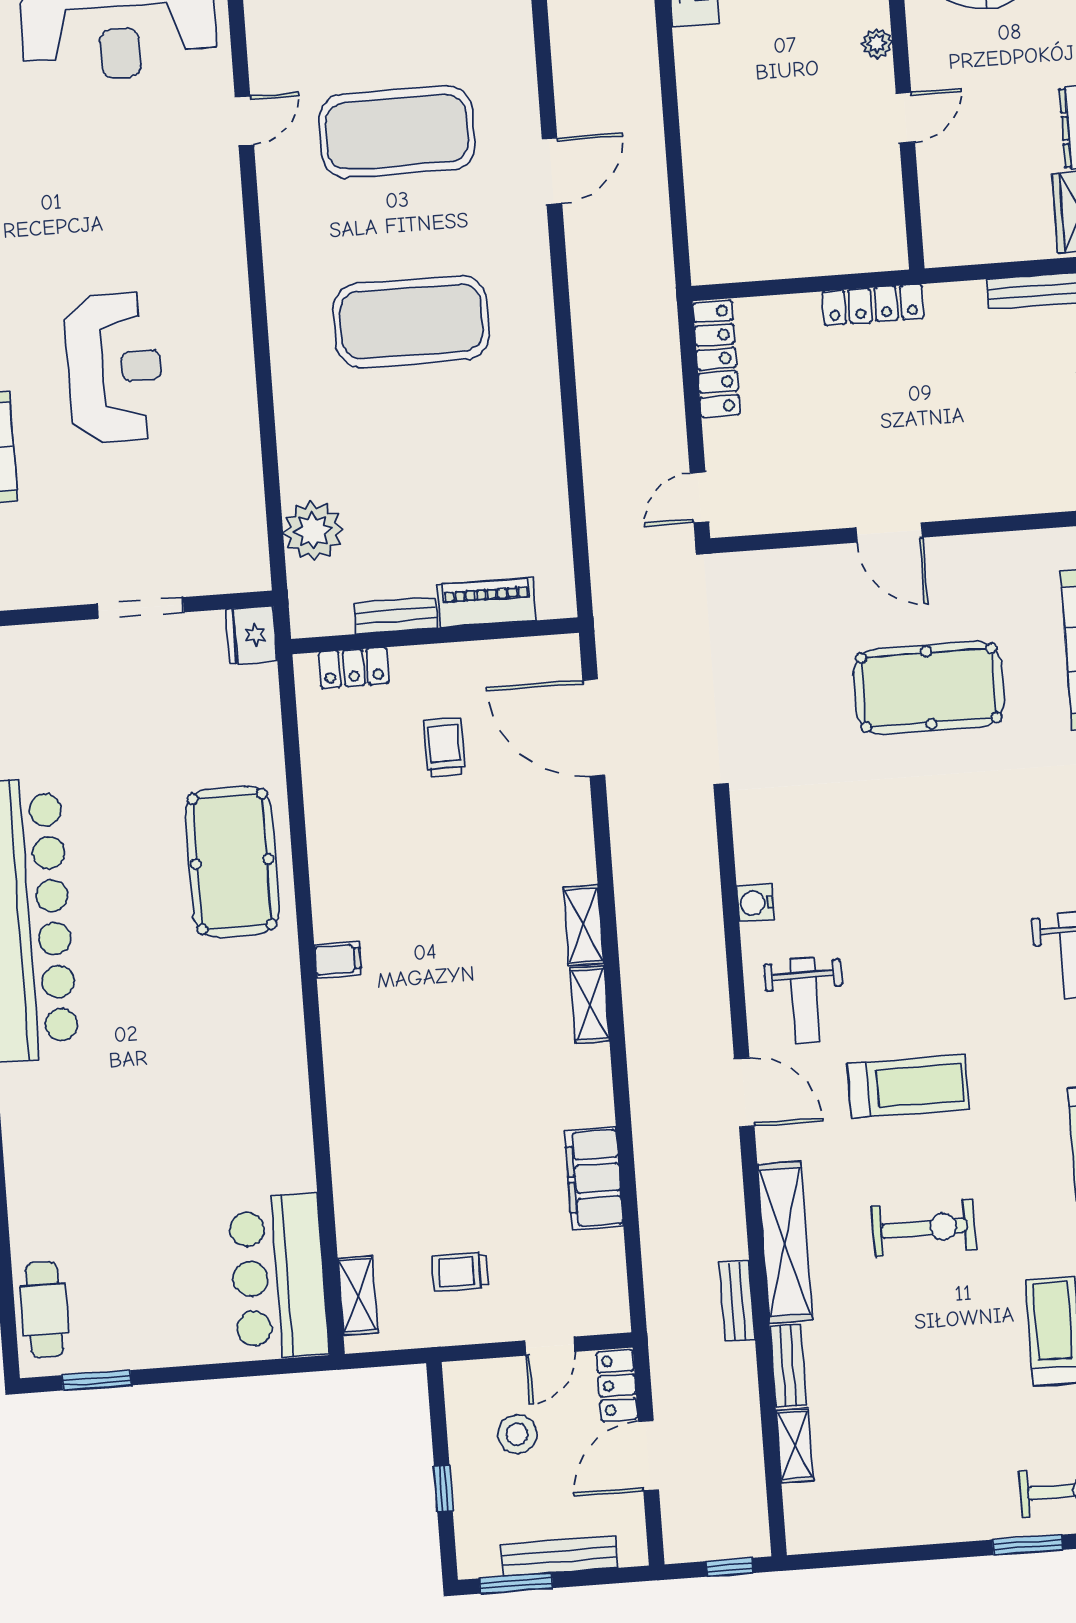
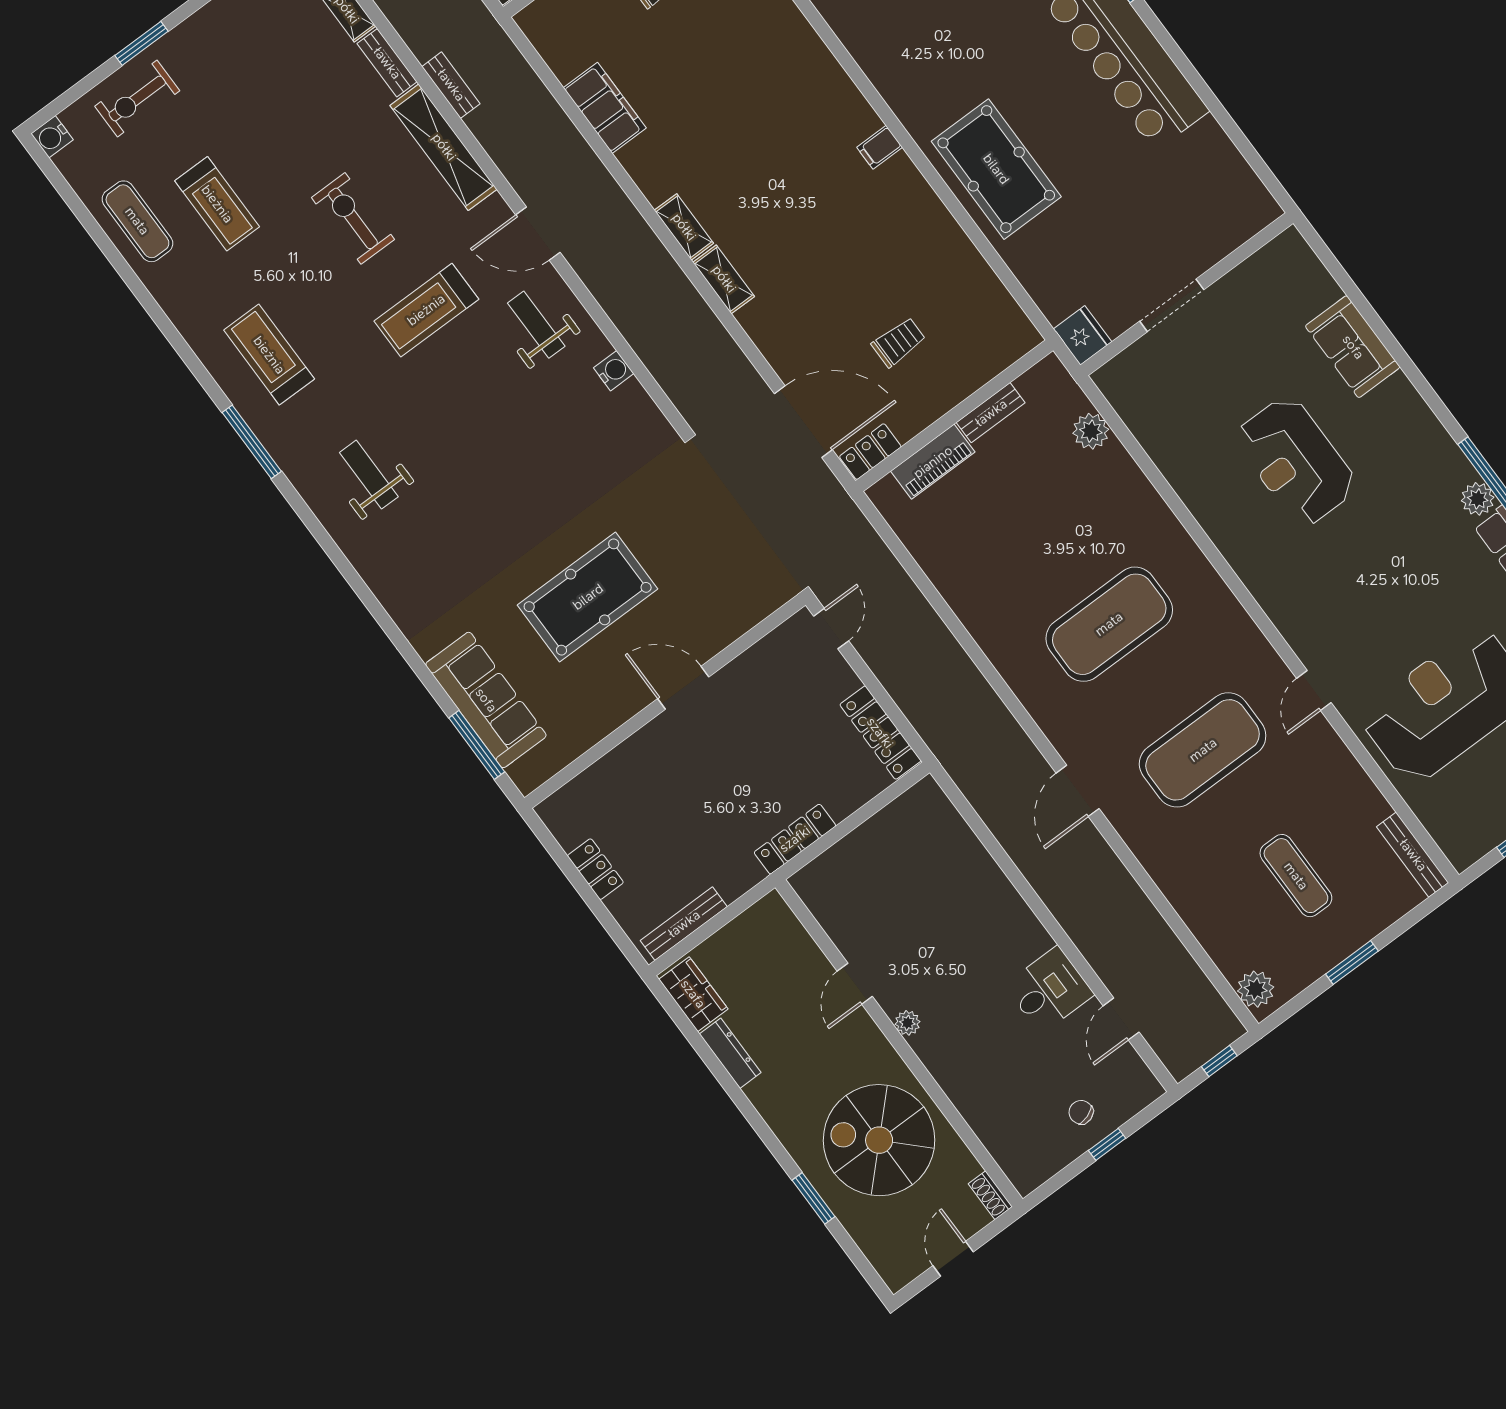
plant: (313, 531) -> (1091, 431), width x0.73, depth x0.73
locker: (354, 668) -> (870, 452), moved
trolley: (445, 747) -> (899, 342), turned -90
exercise bike: (924, 1228) -> (353, 218), turned 90

